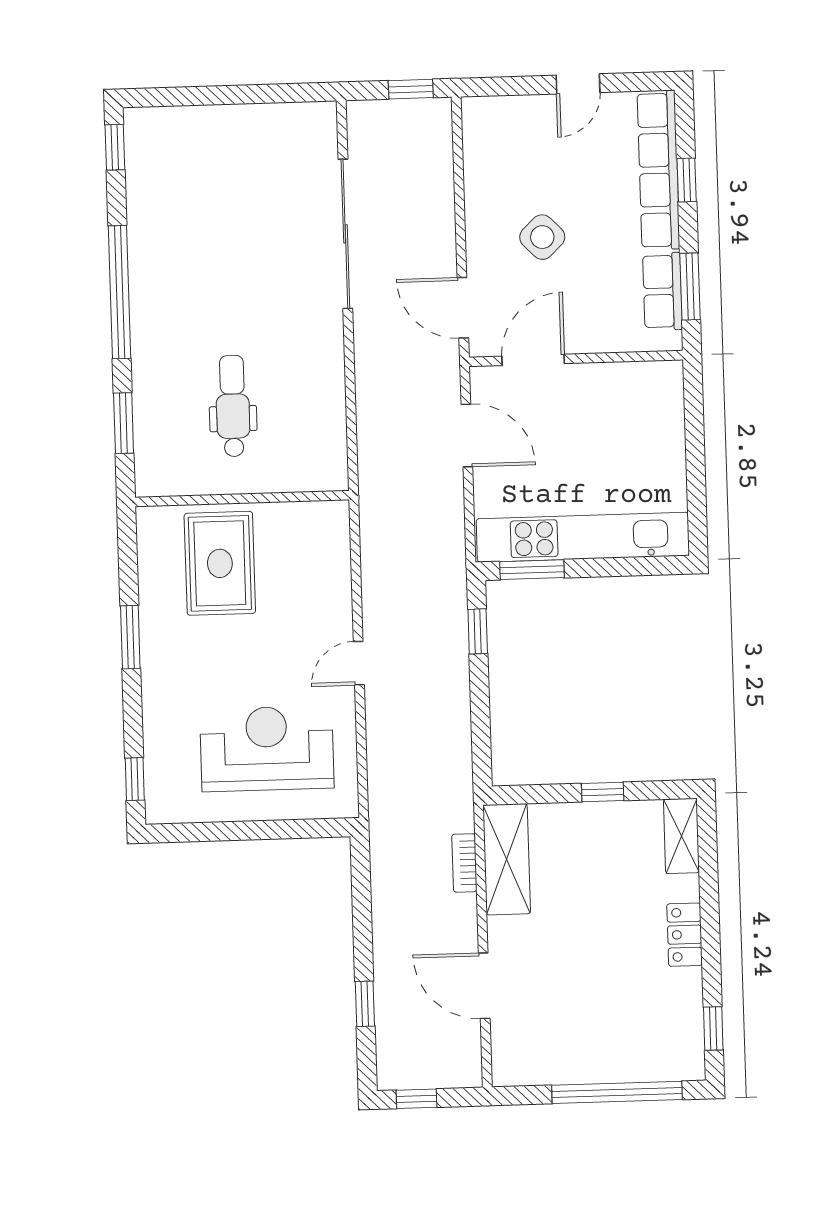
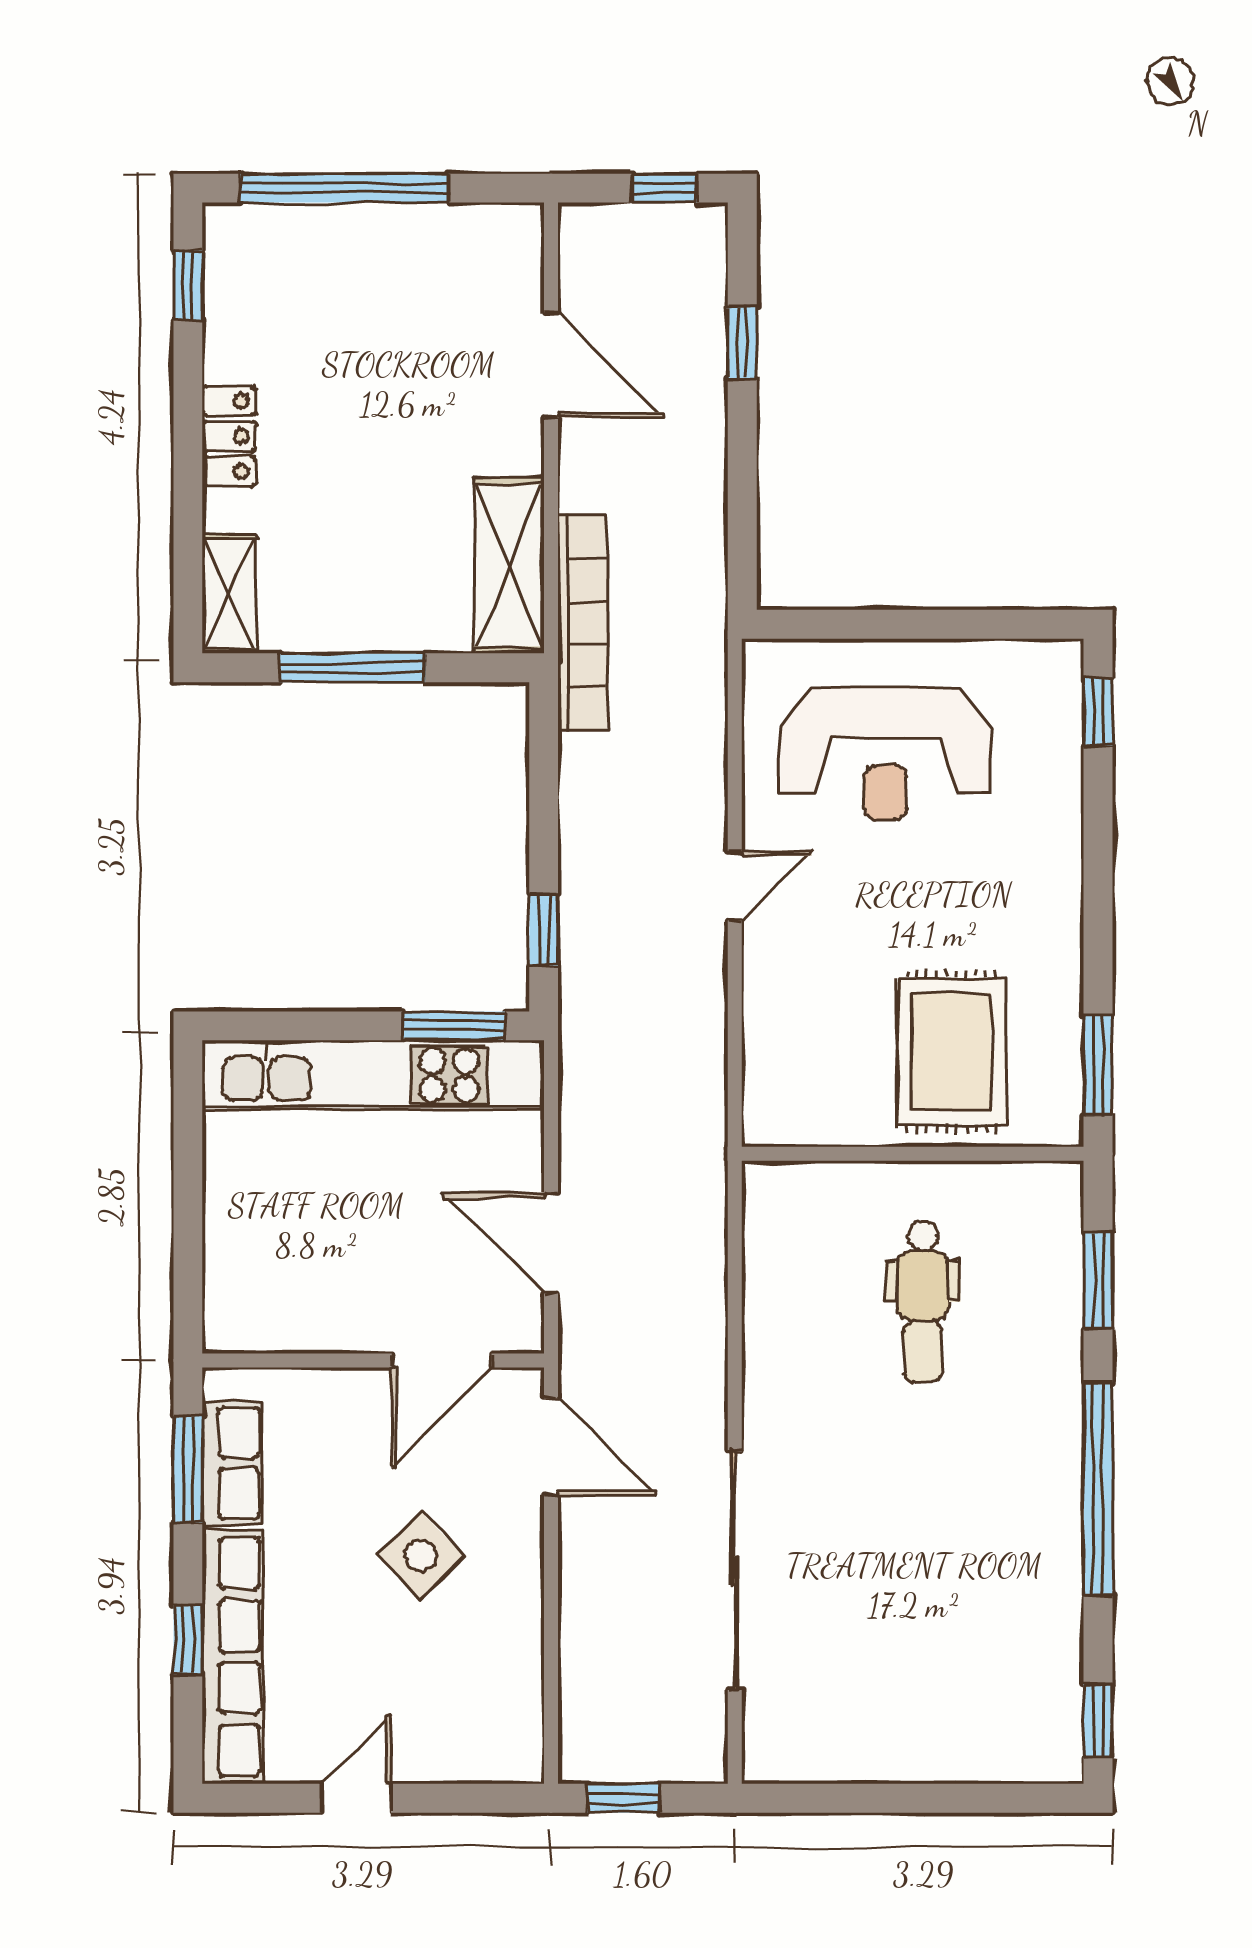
window: (130, 637) -> (1098, 1065), moved
window: (603, 792) -> (352, 668), width x2.17
bookcase: (464, 863) -> (582, 623), width x2.31, depth x1.31

